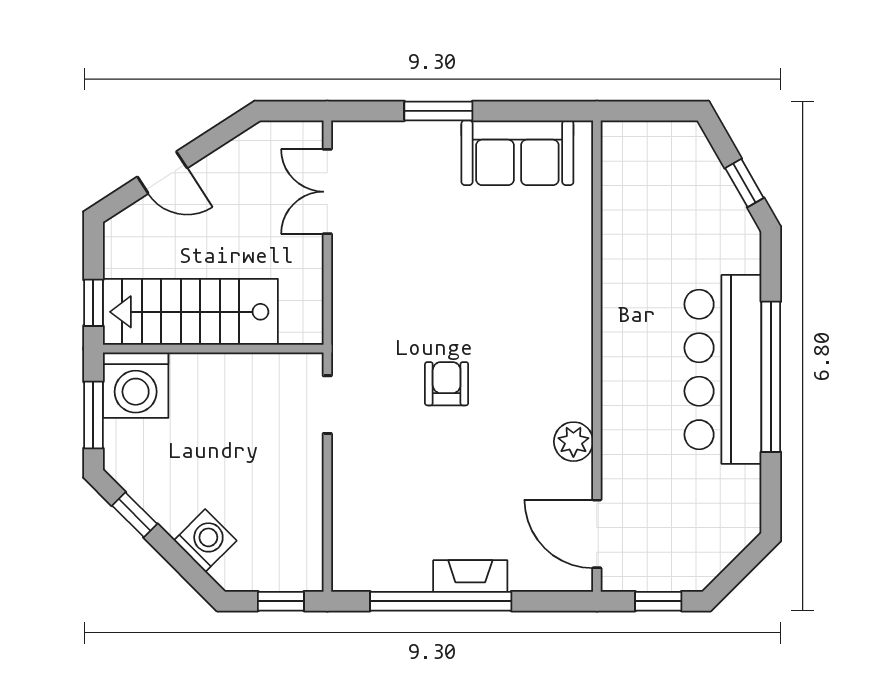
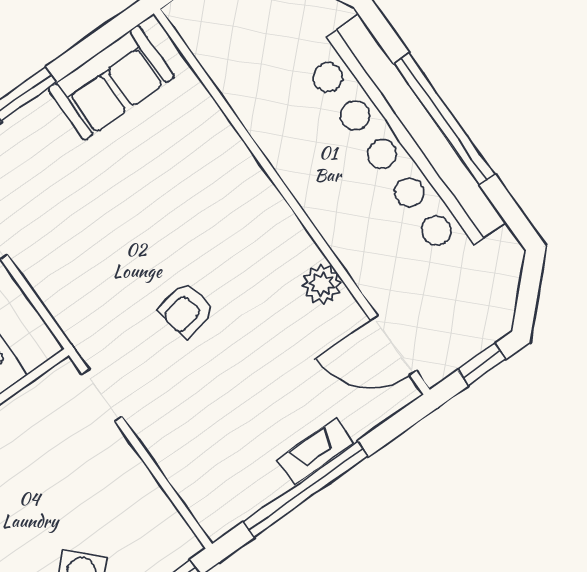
bar counter: (723, 369) -> (401, 140), width x1.36
armchair: (447, 384) -> (186, 310), turned -100

